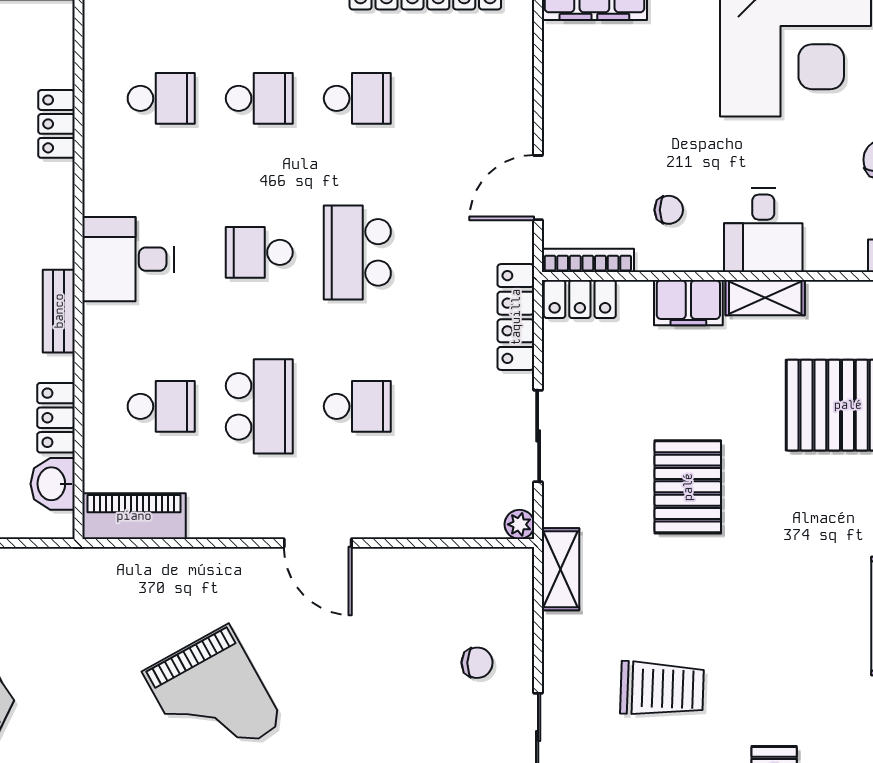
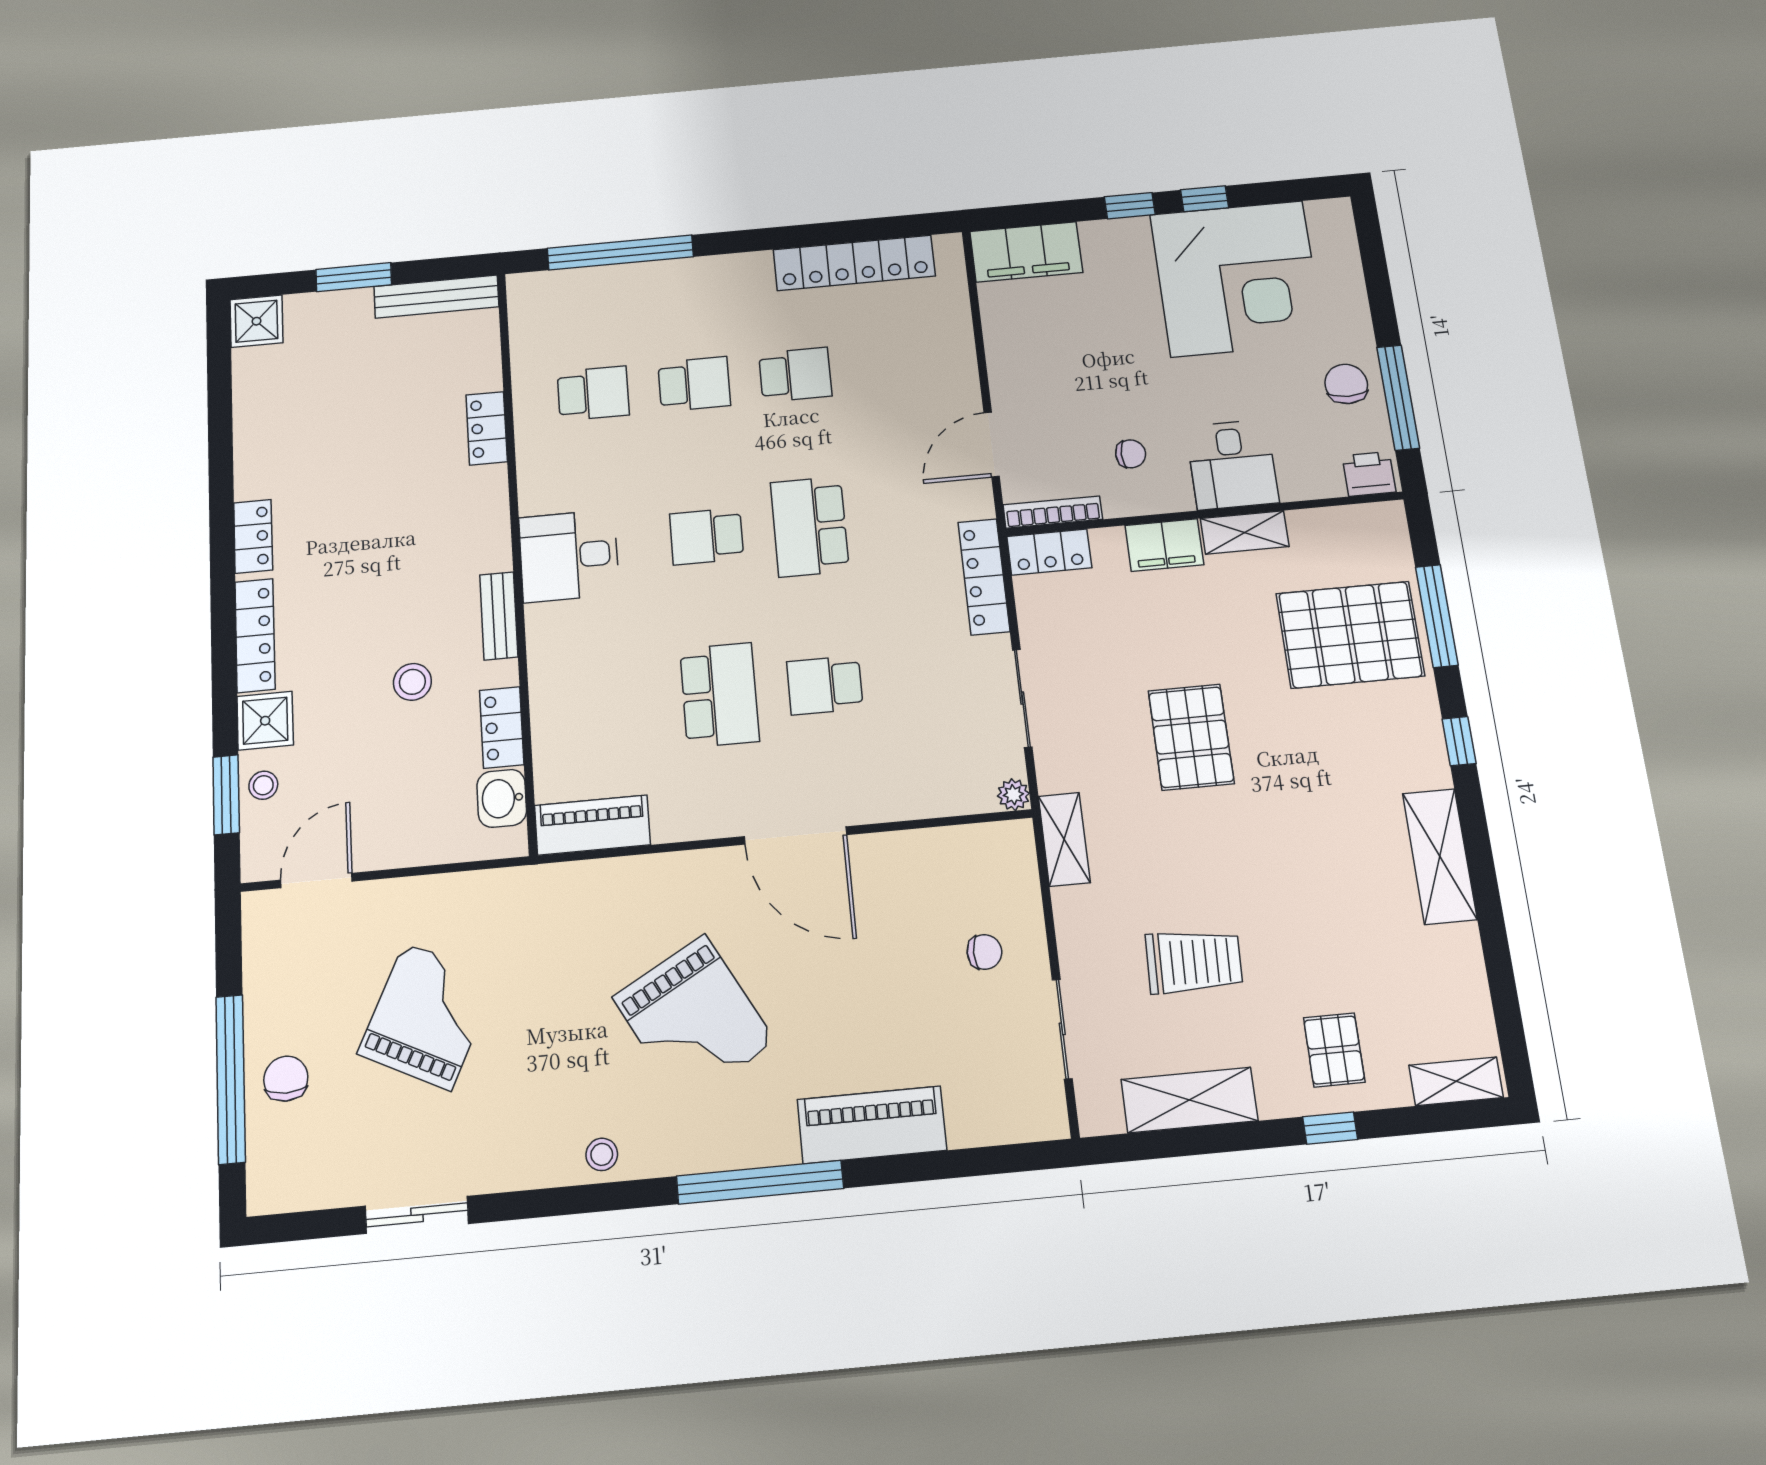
school desk: (161, 406) -> (614, 705), removed
school desk: (357, 406) -> (825, 685), turned 180
door: (318, 543) -> (795, 836), width x1.36

